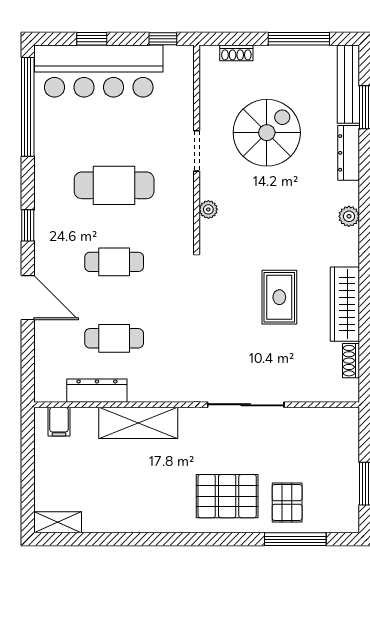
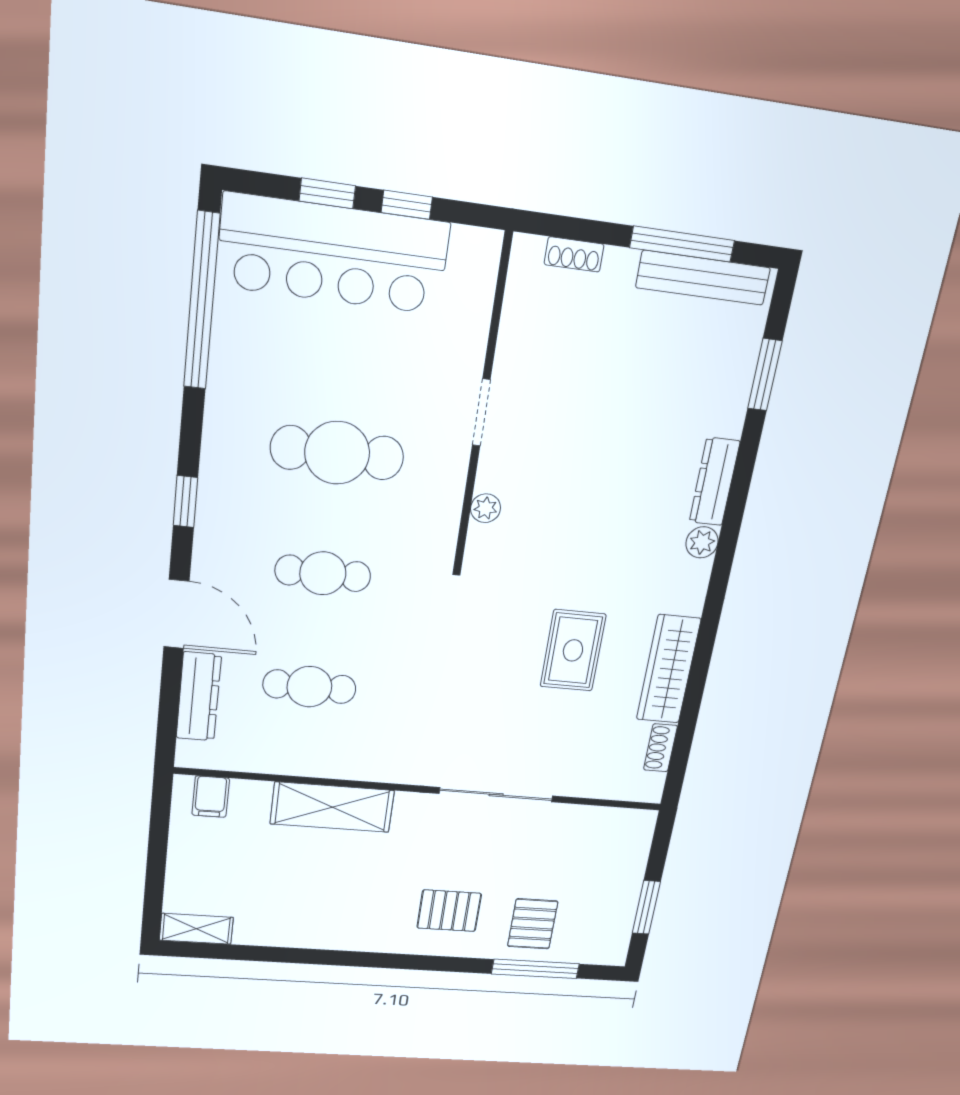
window: (163, 39) -> (407, 205), moved
bench: (348, 84) -> (703, 278), moved, turned 90
spiral stairs: (267, 133) -> (600, 396), removed
dresser: (349, 153) -> (715, 482), moved
dresser: (97, 391) -> (199, 697), moved, turned 90
pallet: (227, 496) -> (449, 911), width x0.67, depth x0.71

